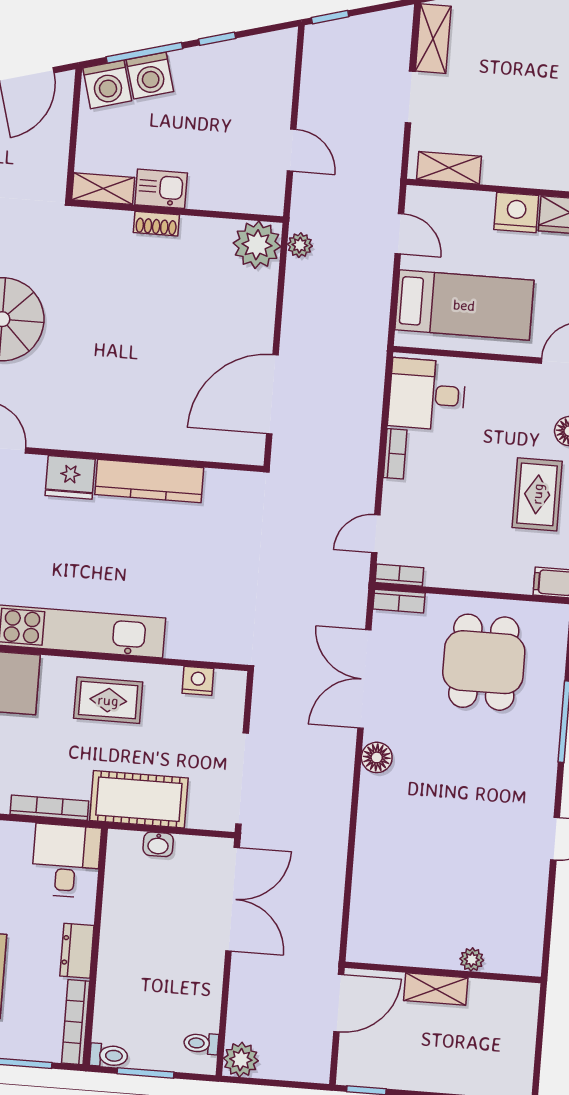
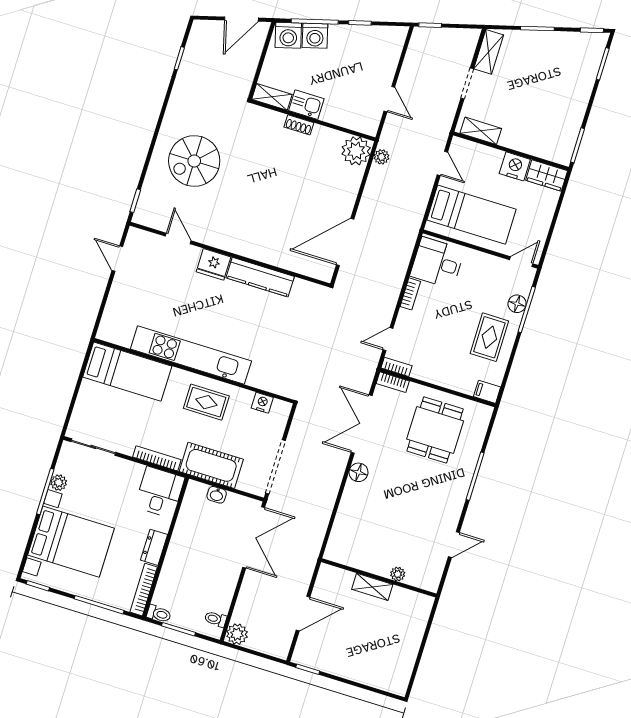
plant: (472, 960) -> (398, 574), moved
wall: (443, 972) -> (379, 578), moved
shelving: (436, 989) -> (372, 587), moved

